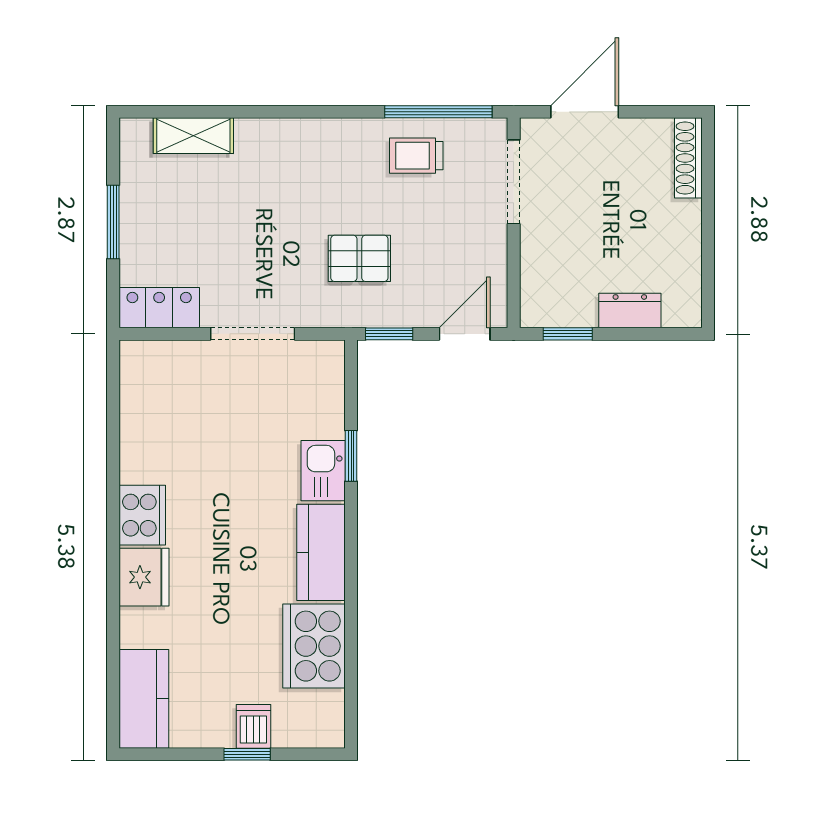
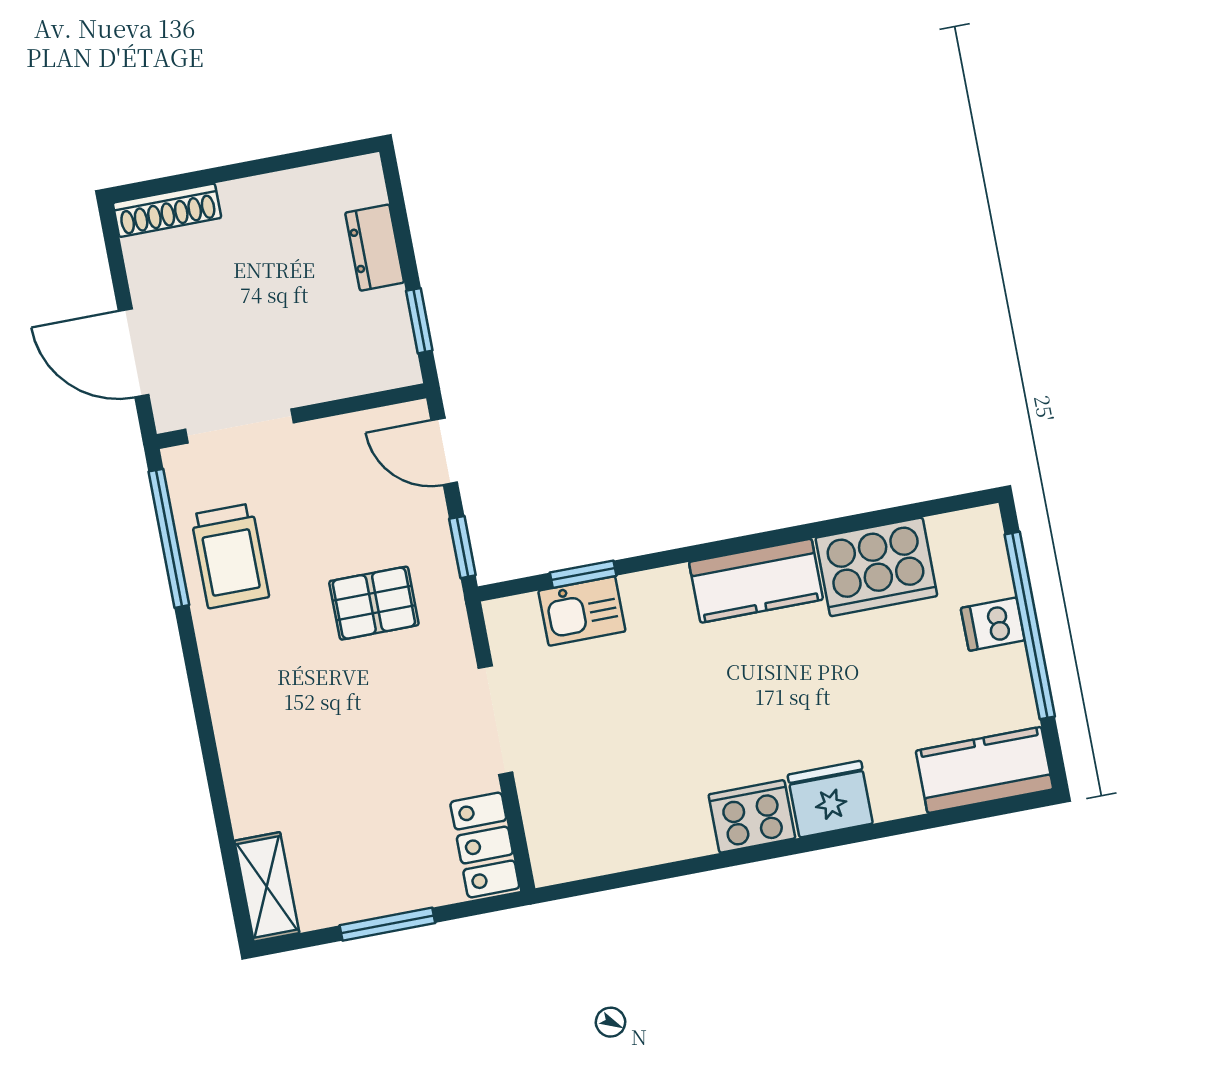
shelving: (193, 136) -> (267, 887), moved
trolley: (416, 156) -> (230, 556), width x1.36, depth x1.39
pallet: (359, 258) -> (374, 603), turned 90
window: (351, 456) -> (583, 574), moved
kitchen sink: (323, 471) -> (582, 611), moved
window: (247, 754) -> (1030, 625), width x3.17

